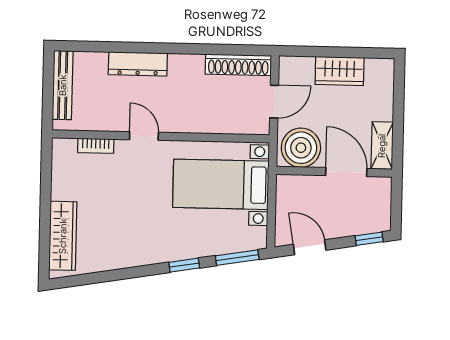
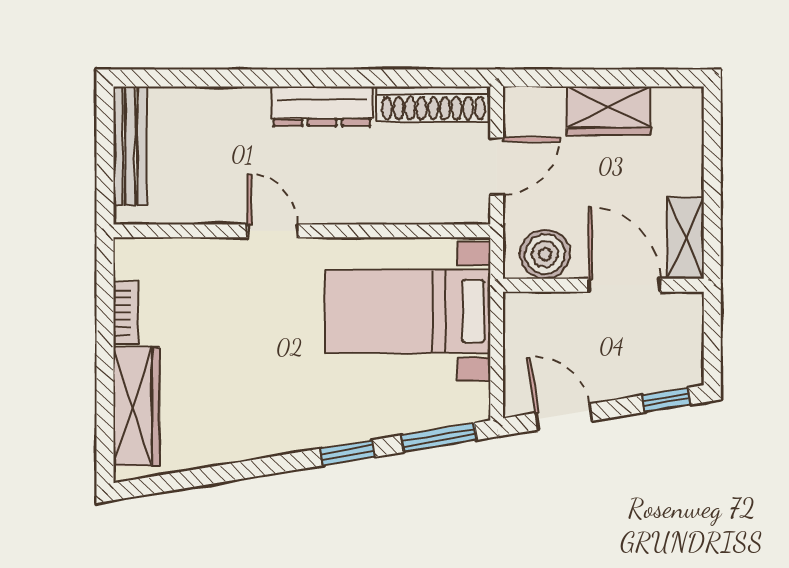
dresser: (138, 64) -> (322, 106), moved
bookcase: (96, 146) -> (126, 313), moved, turned -90
boiler: (301, 148) -> (545, 254), width x0.73, depth x0.73

